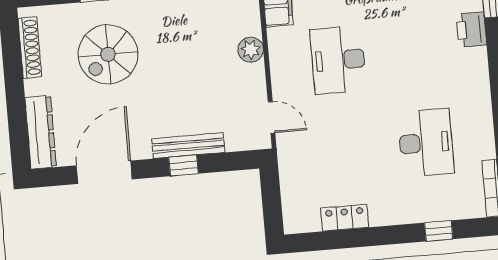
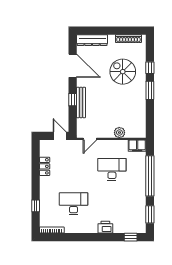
printer: (471, 30) -> (105, 227), moved
desk: (426, 143) -> (74, 204), turned 180
door: (271, 189) -> (60, 136), added

